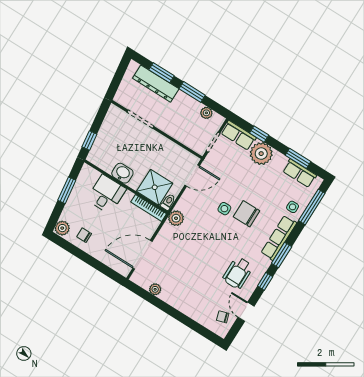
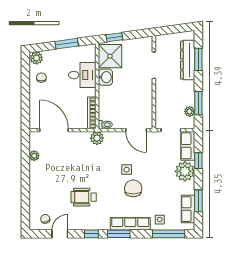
window: (192, 92) -> (198, 103), moved
shower: (155, 187) -> (110, 56), moved
wheelchair: (238, 273) -> (84, 197), moved

